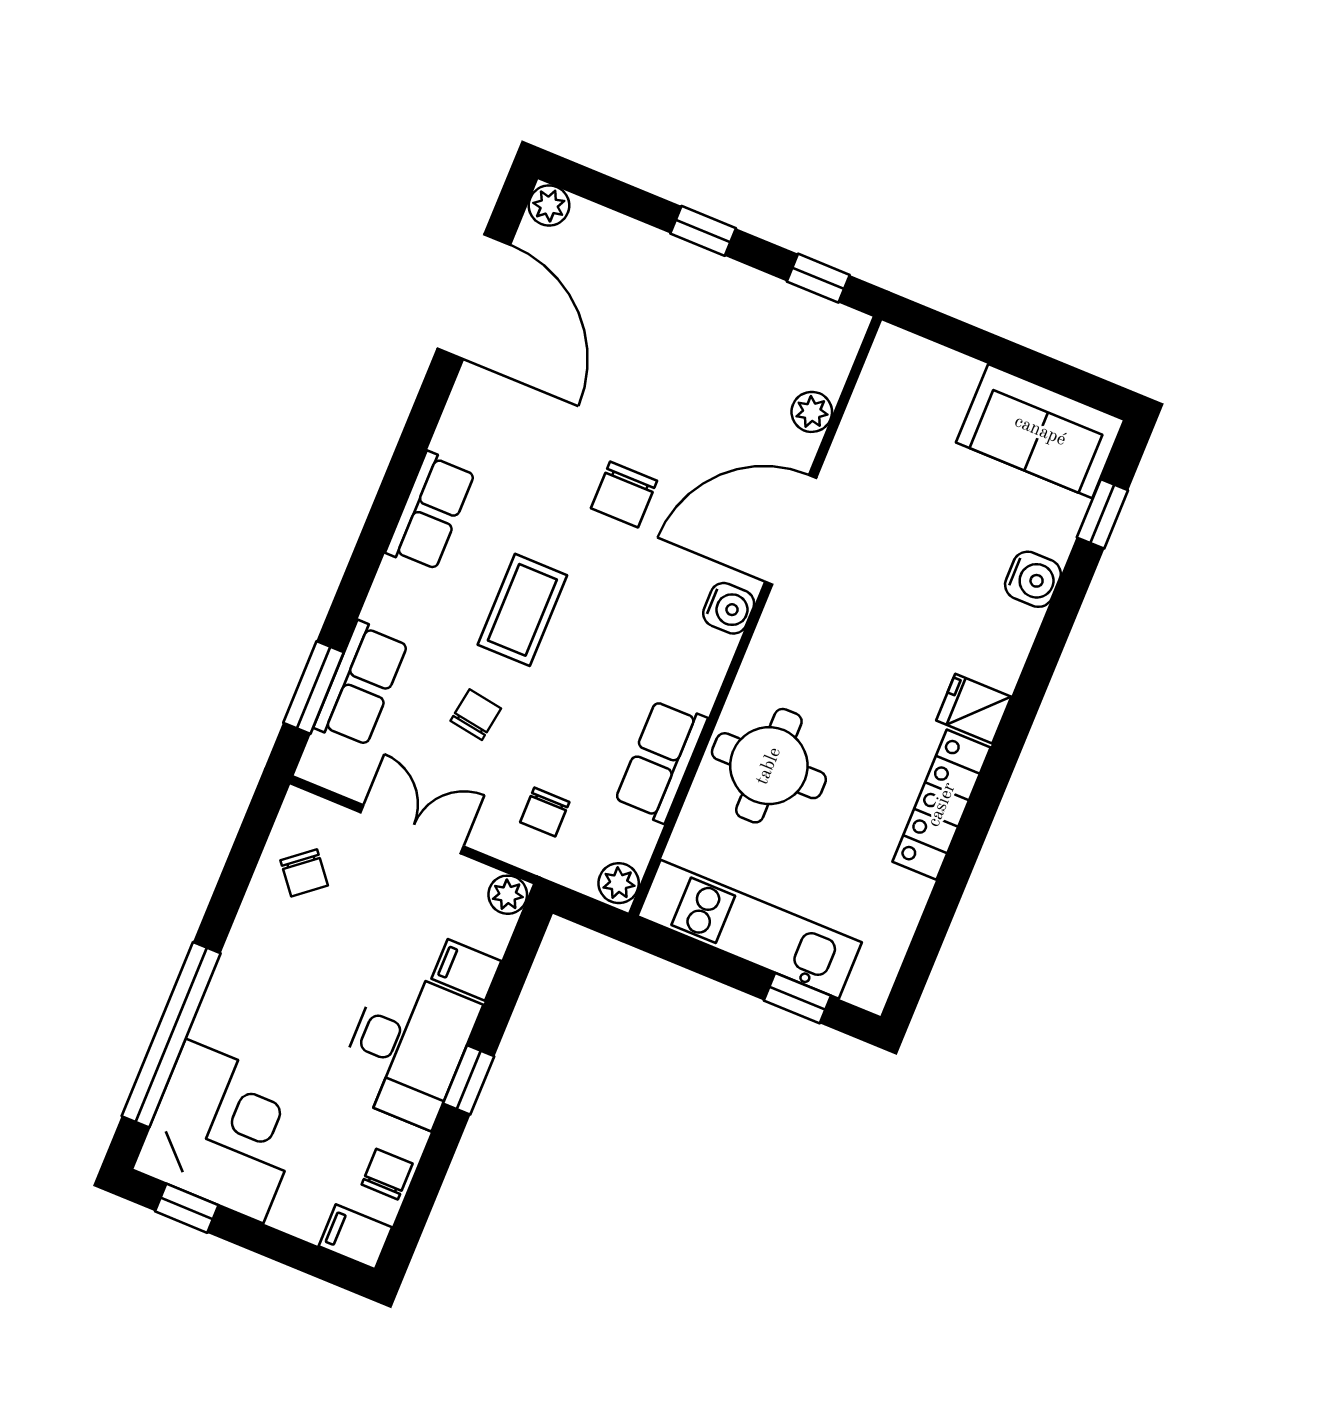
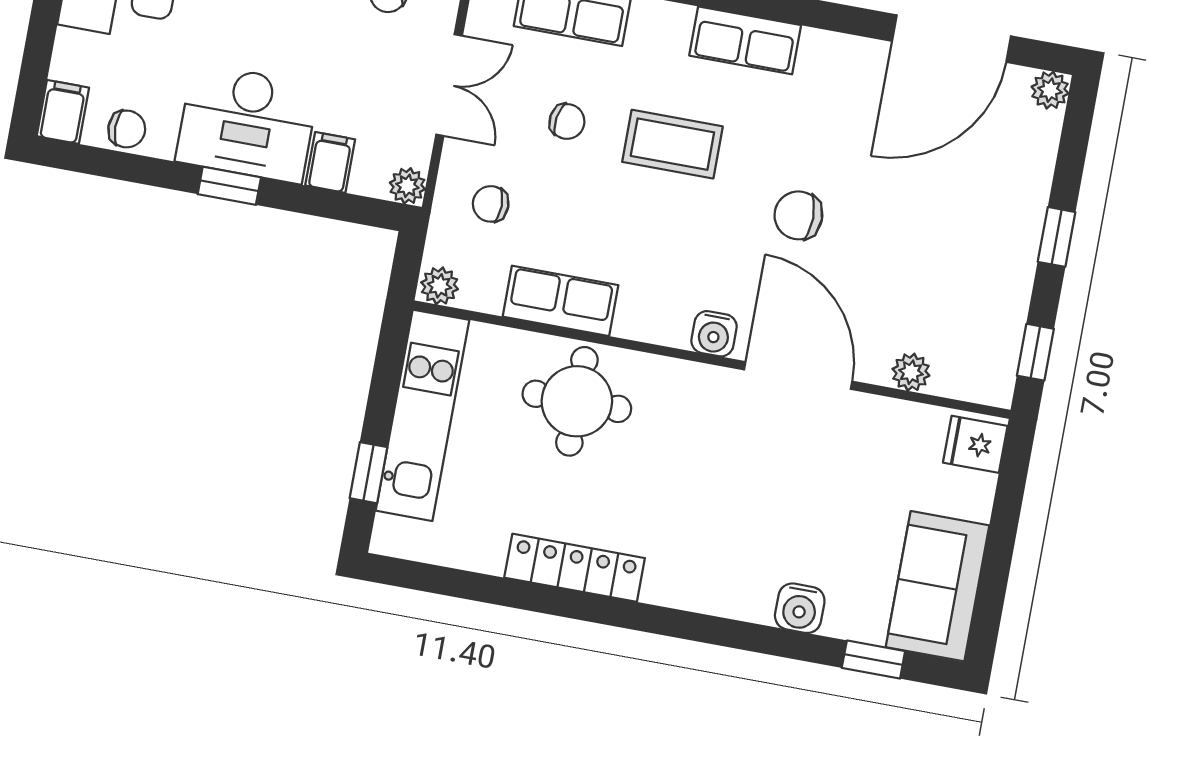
fridge: (974, 709) -> (975, 444), moved, turned -90

